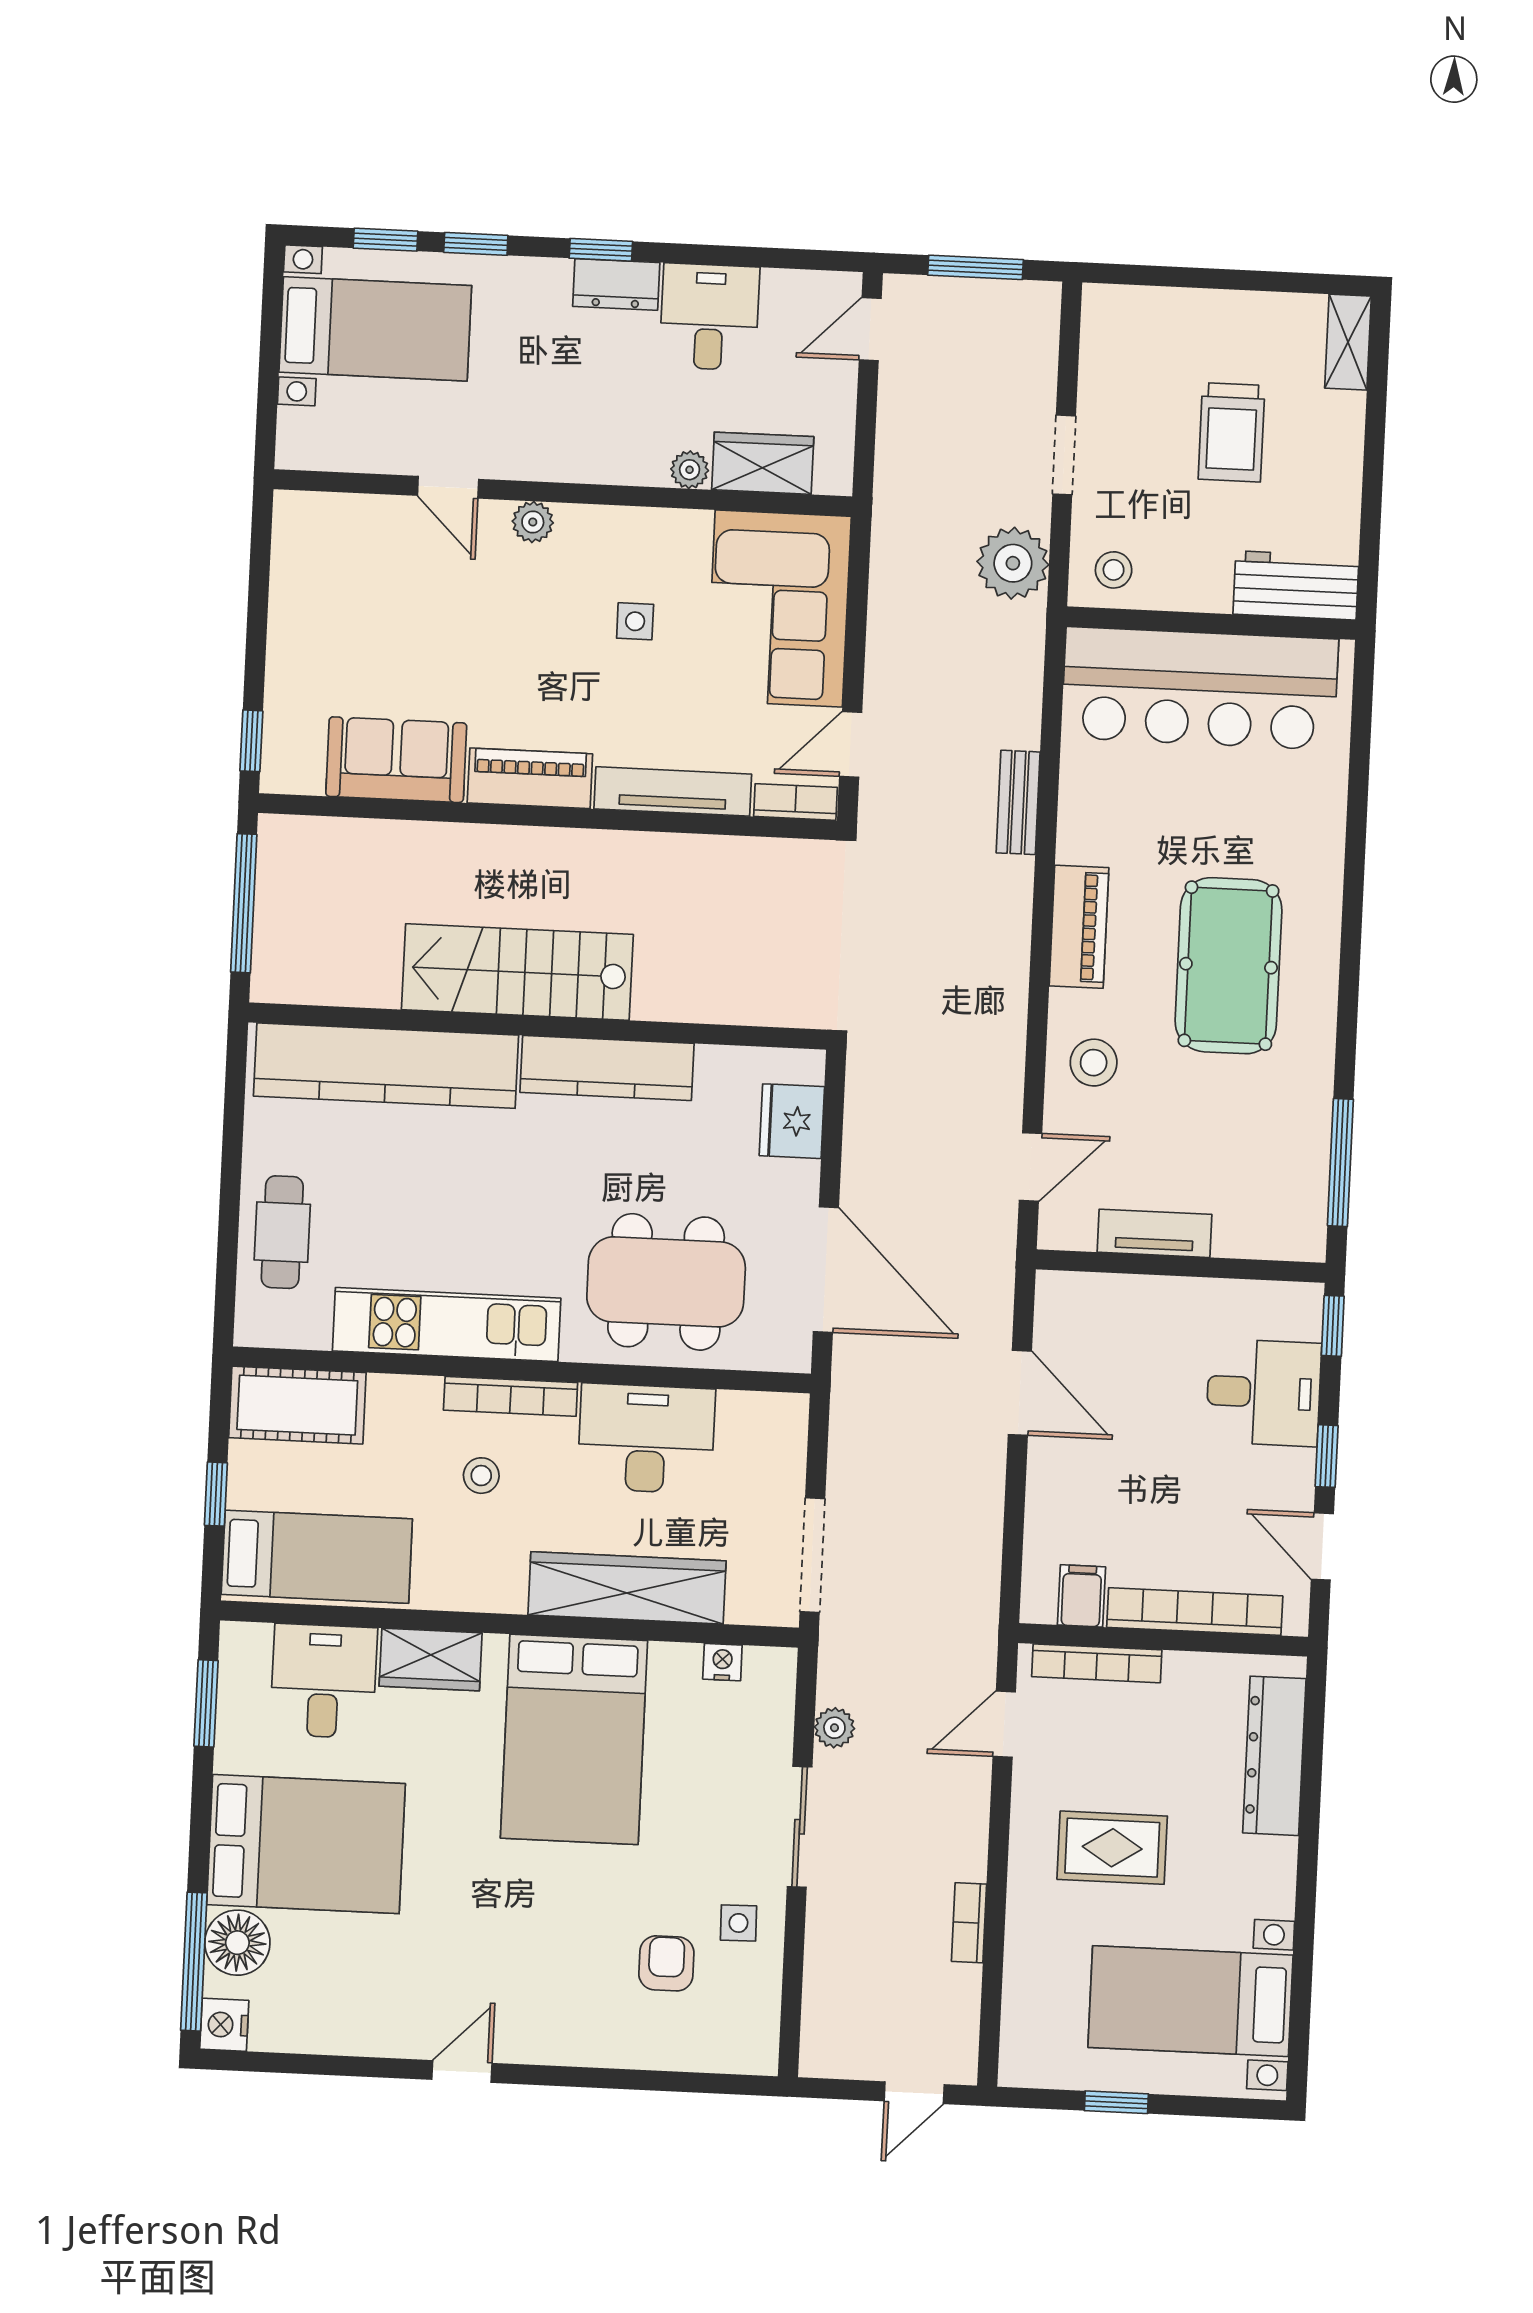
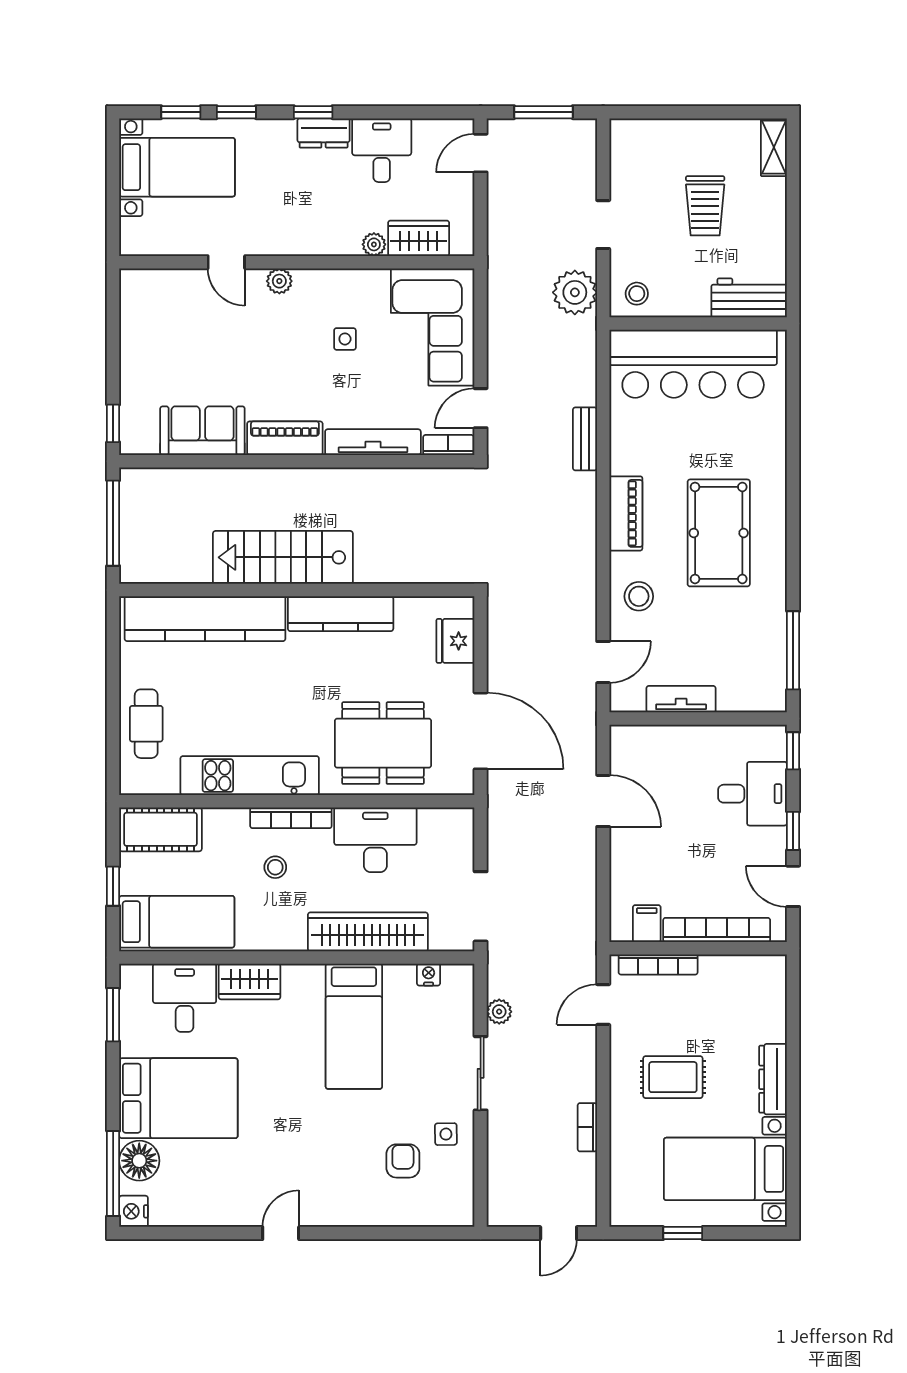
bed: (574, 1739) -> (354, 1026), width x0.67
dresser: (1274, 1756) -> (773, 1079), moved, width x0.73, depth x0.80

